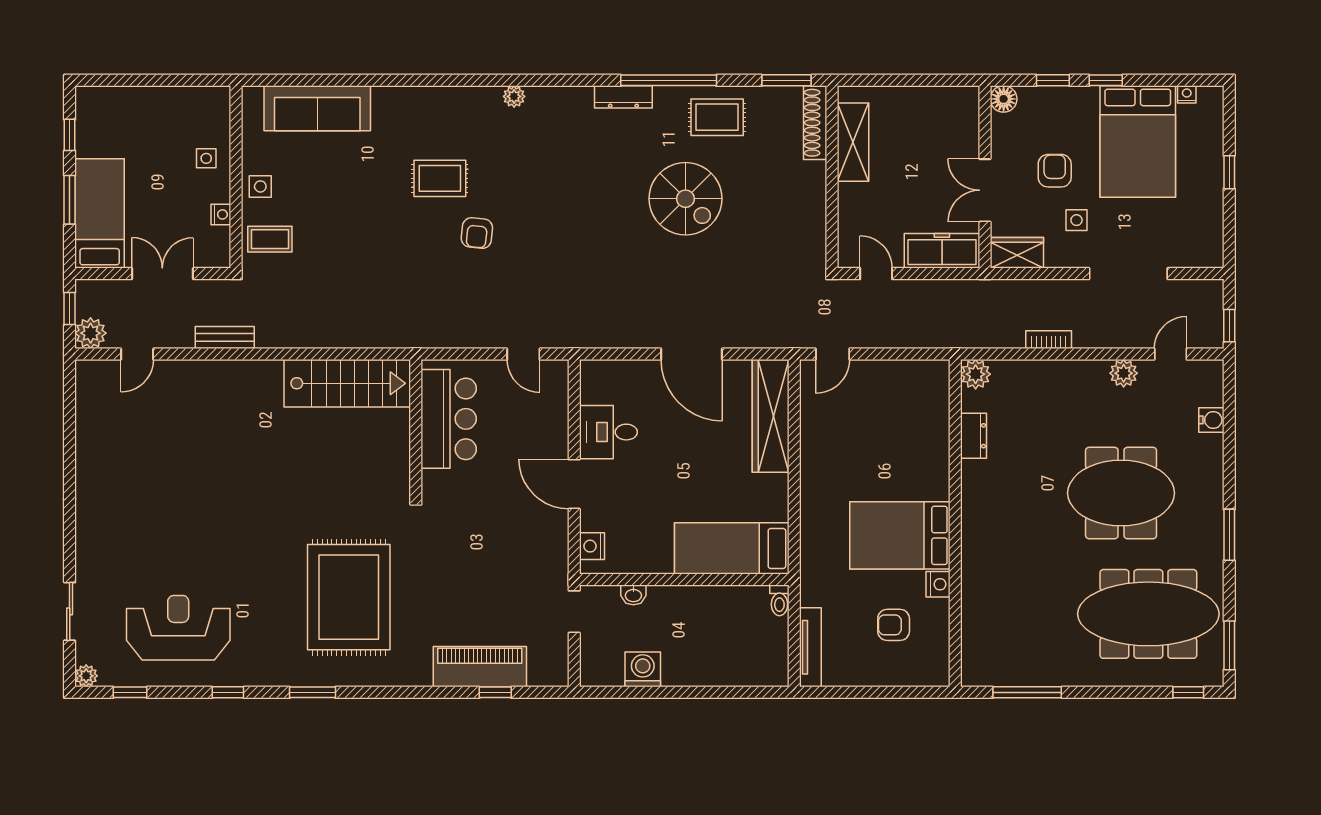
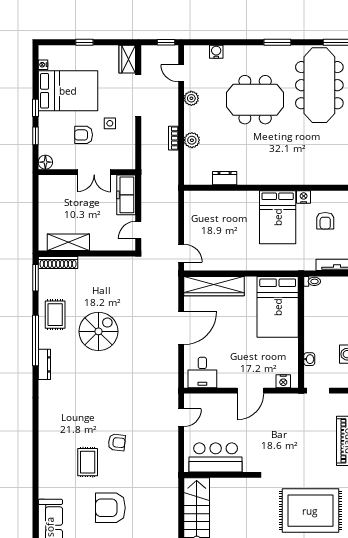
plant: (514, 96) -> (44, 423), removed
armchair: (354, 221) -> (110, 508), added
wardrobe: (1017, 253) -> (127, 59), moved
plant: (976, 374) -> (192, 140), moved
desk: (608, 432) -> (202, 372), moved
meeting table: (1121, 493) -> (255, 100), turned 90
bed: (732, 548) -> (278, 307), width x1.50

